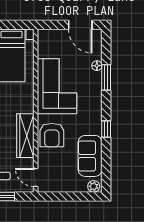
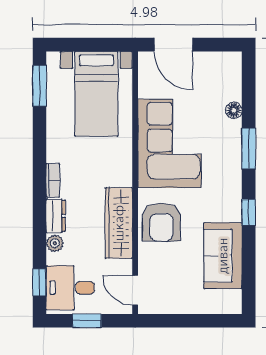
door: (80, 25) -> (173, 45), moved
window: (106, 77) -> (249, 148), moved
plant: (94, 186) -> (229, 305), removed

